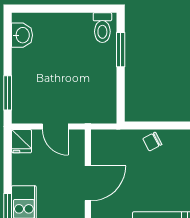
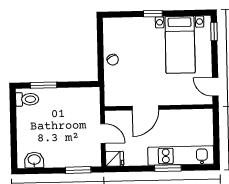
door: (55, 126) -> (103, 134), hinge flipped
door: (88, 183) -> (145, 108), swing flipped

